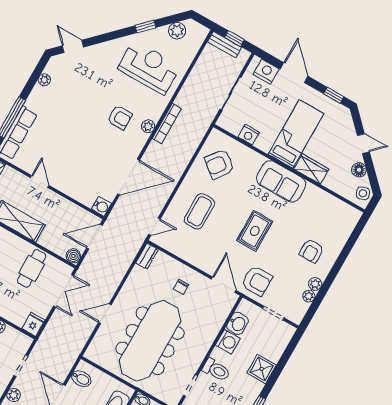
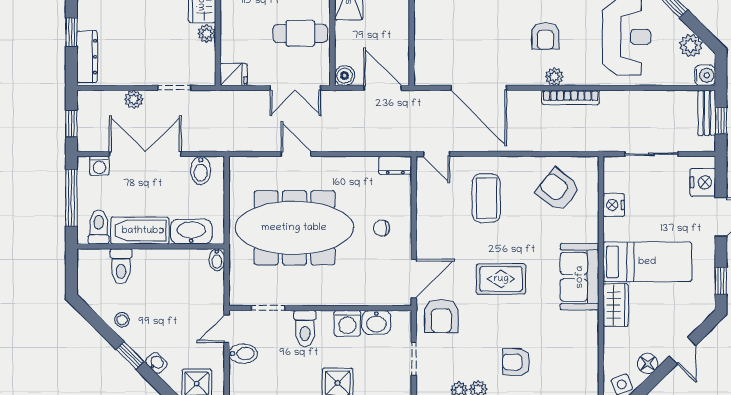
water cooler: (101, 206) -> (705, 75), moved, turned -90
coffee table: (199, 211) -> (486, 198), turned 90

